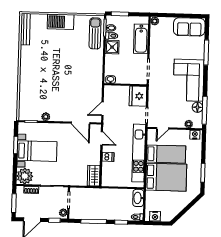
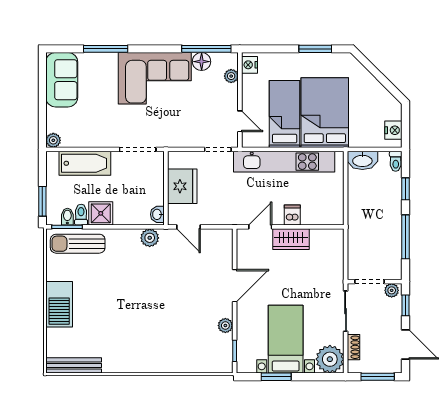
plant: (97, 75) -> (150, 238), added
fridge: (138, 96) -> (182, 186), moved, turned -90
door: (103, 109) -> (189, 227), moved
door: (81, 123) -> (235, 286), moved
wardrobe: (94, 176) -> (291, 239), moved

